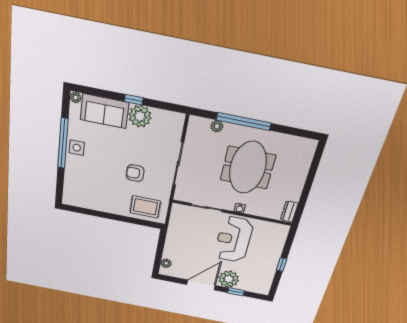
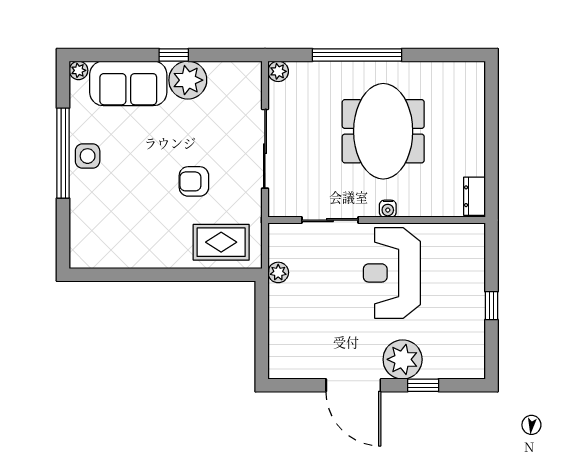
plant: (217, 126) -> (278, 71), moved
plant: (166, 263) -> (278, 272), moved
door: (201, 285) -> (353, 385), swing flipped

